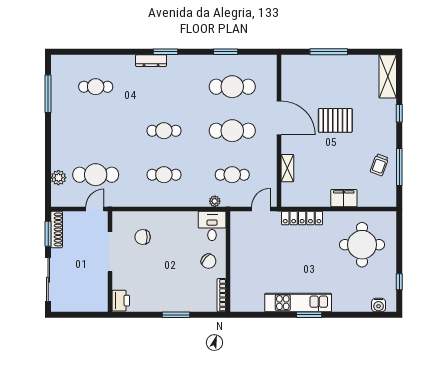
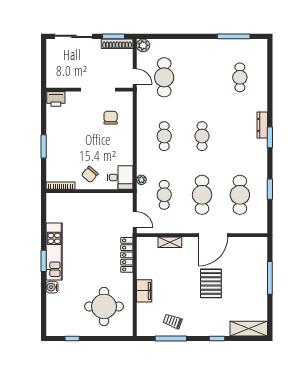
plant: (58, 178) -> (143, 45), moved
water cooler: (379, 305) -> (52, 287), moved

